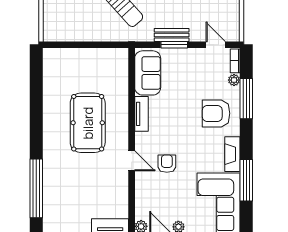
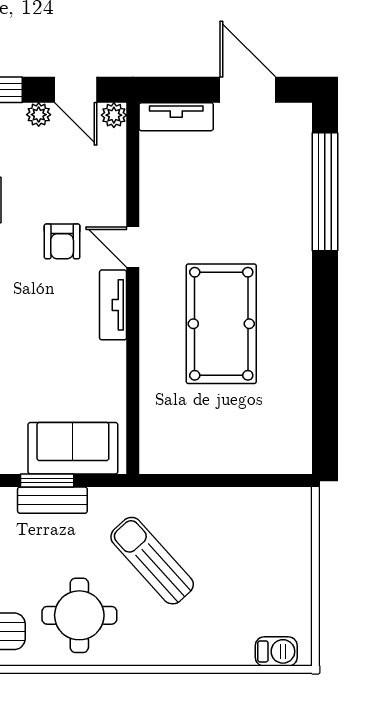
sofa: (148, 73) -> (73, 448), moved, turned 90
tv unit: (142, 114) -> (113, 305), moved

